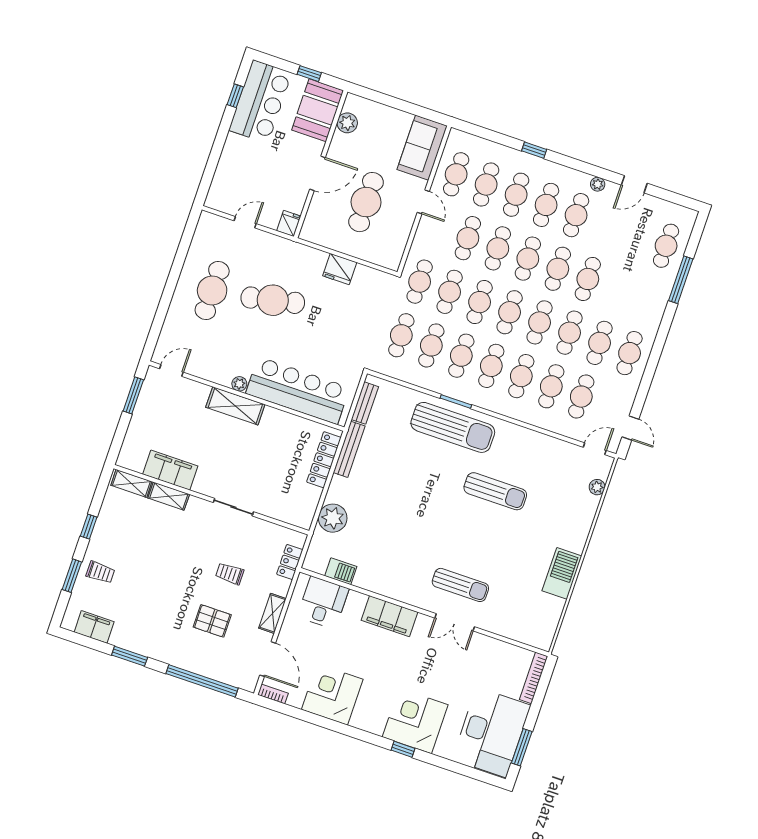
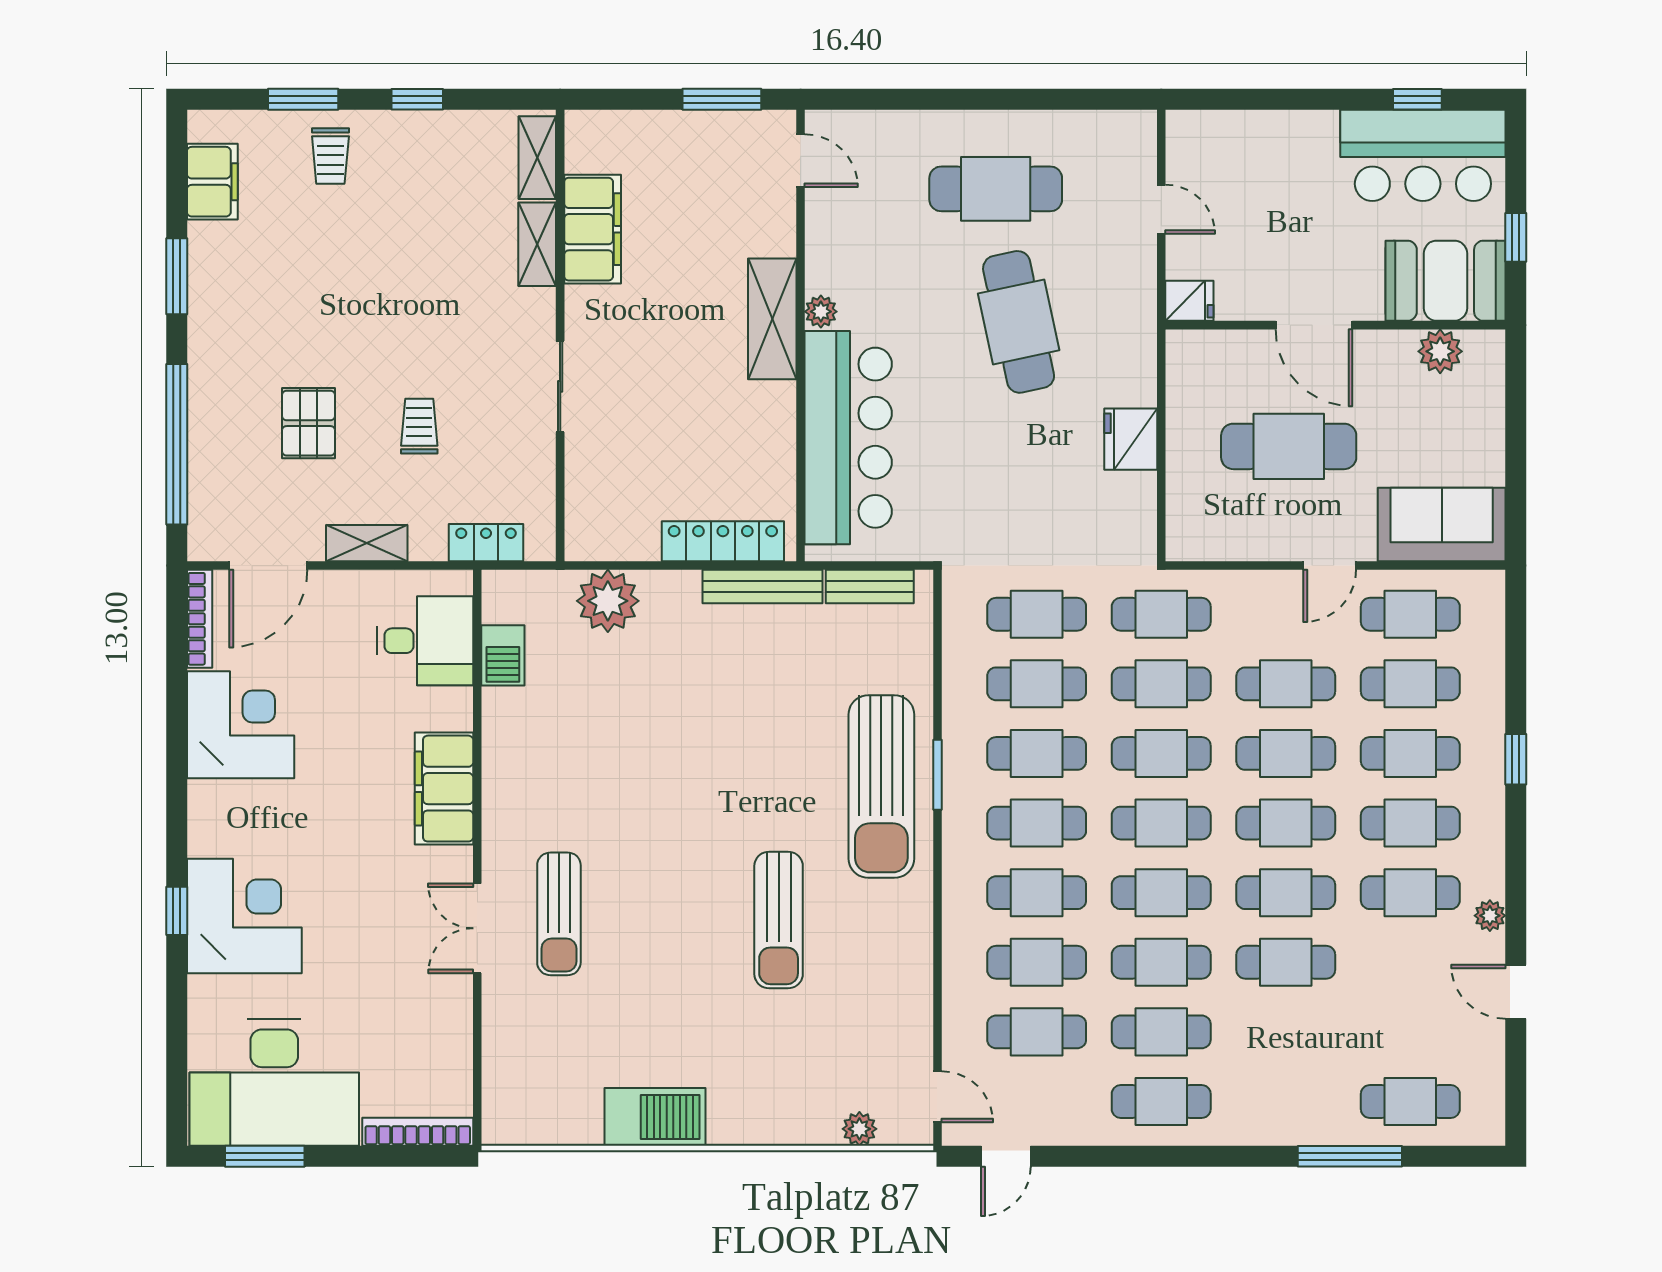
bookcase: (273, 694) -> (200, 619), width x1.56

